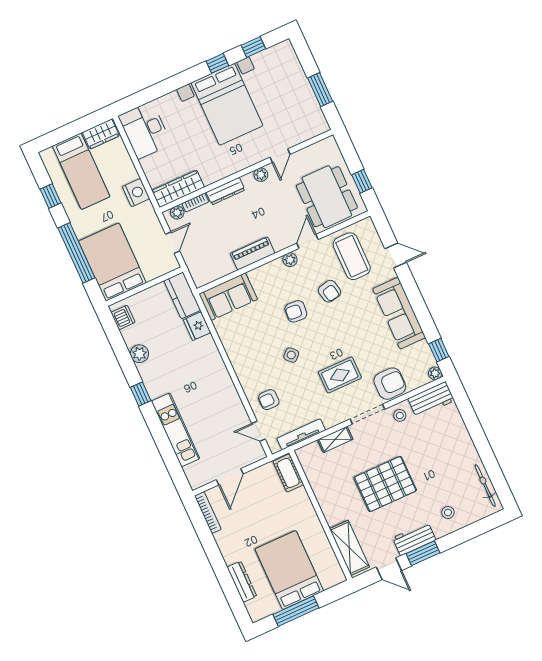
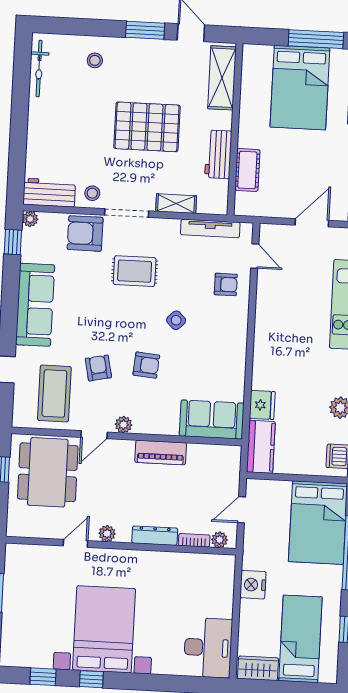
wardrobe: (178, 189) -> (205, 565), removed
cot: (288, 473) -> (247, 170), moved
workbench: (414, 539) -> (218, 154), moved, turned 90

